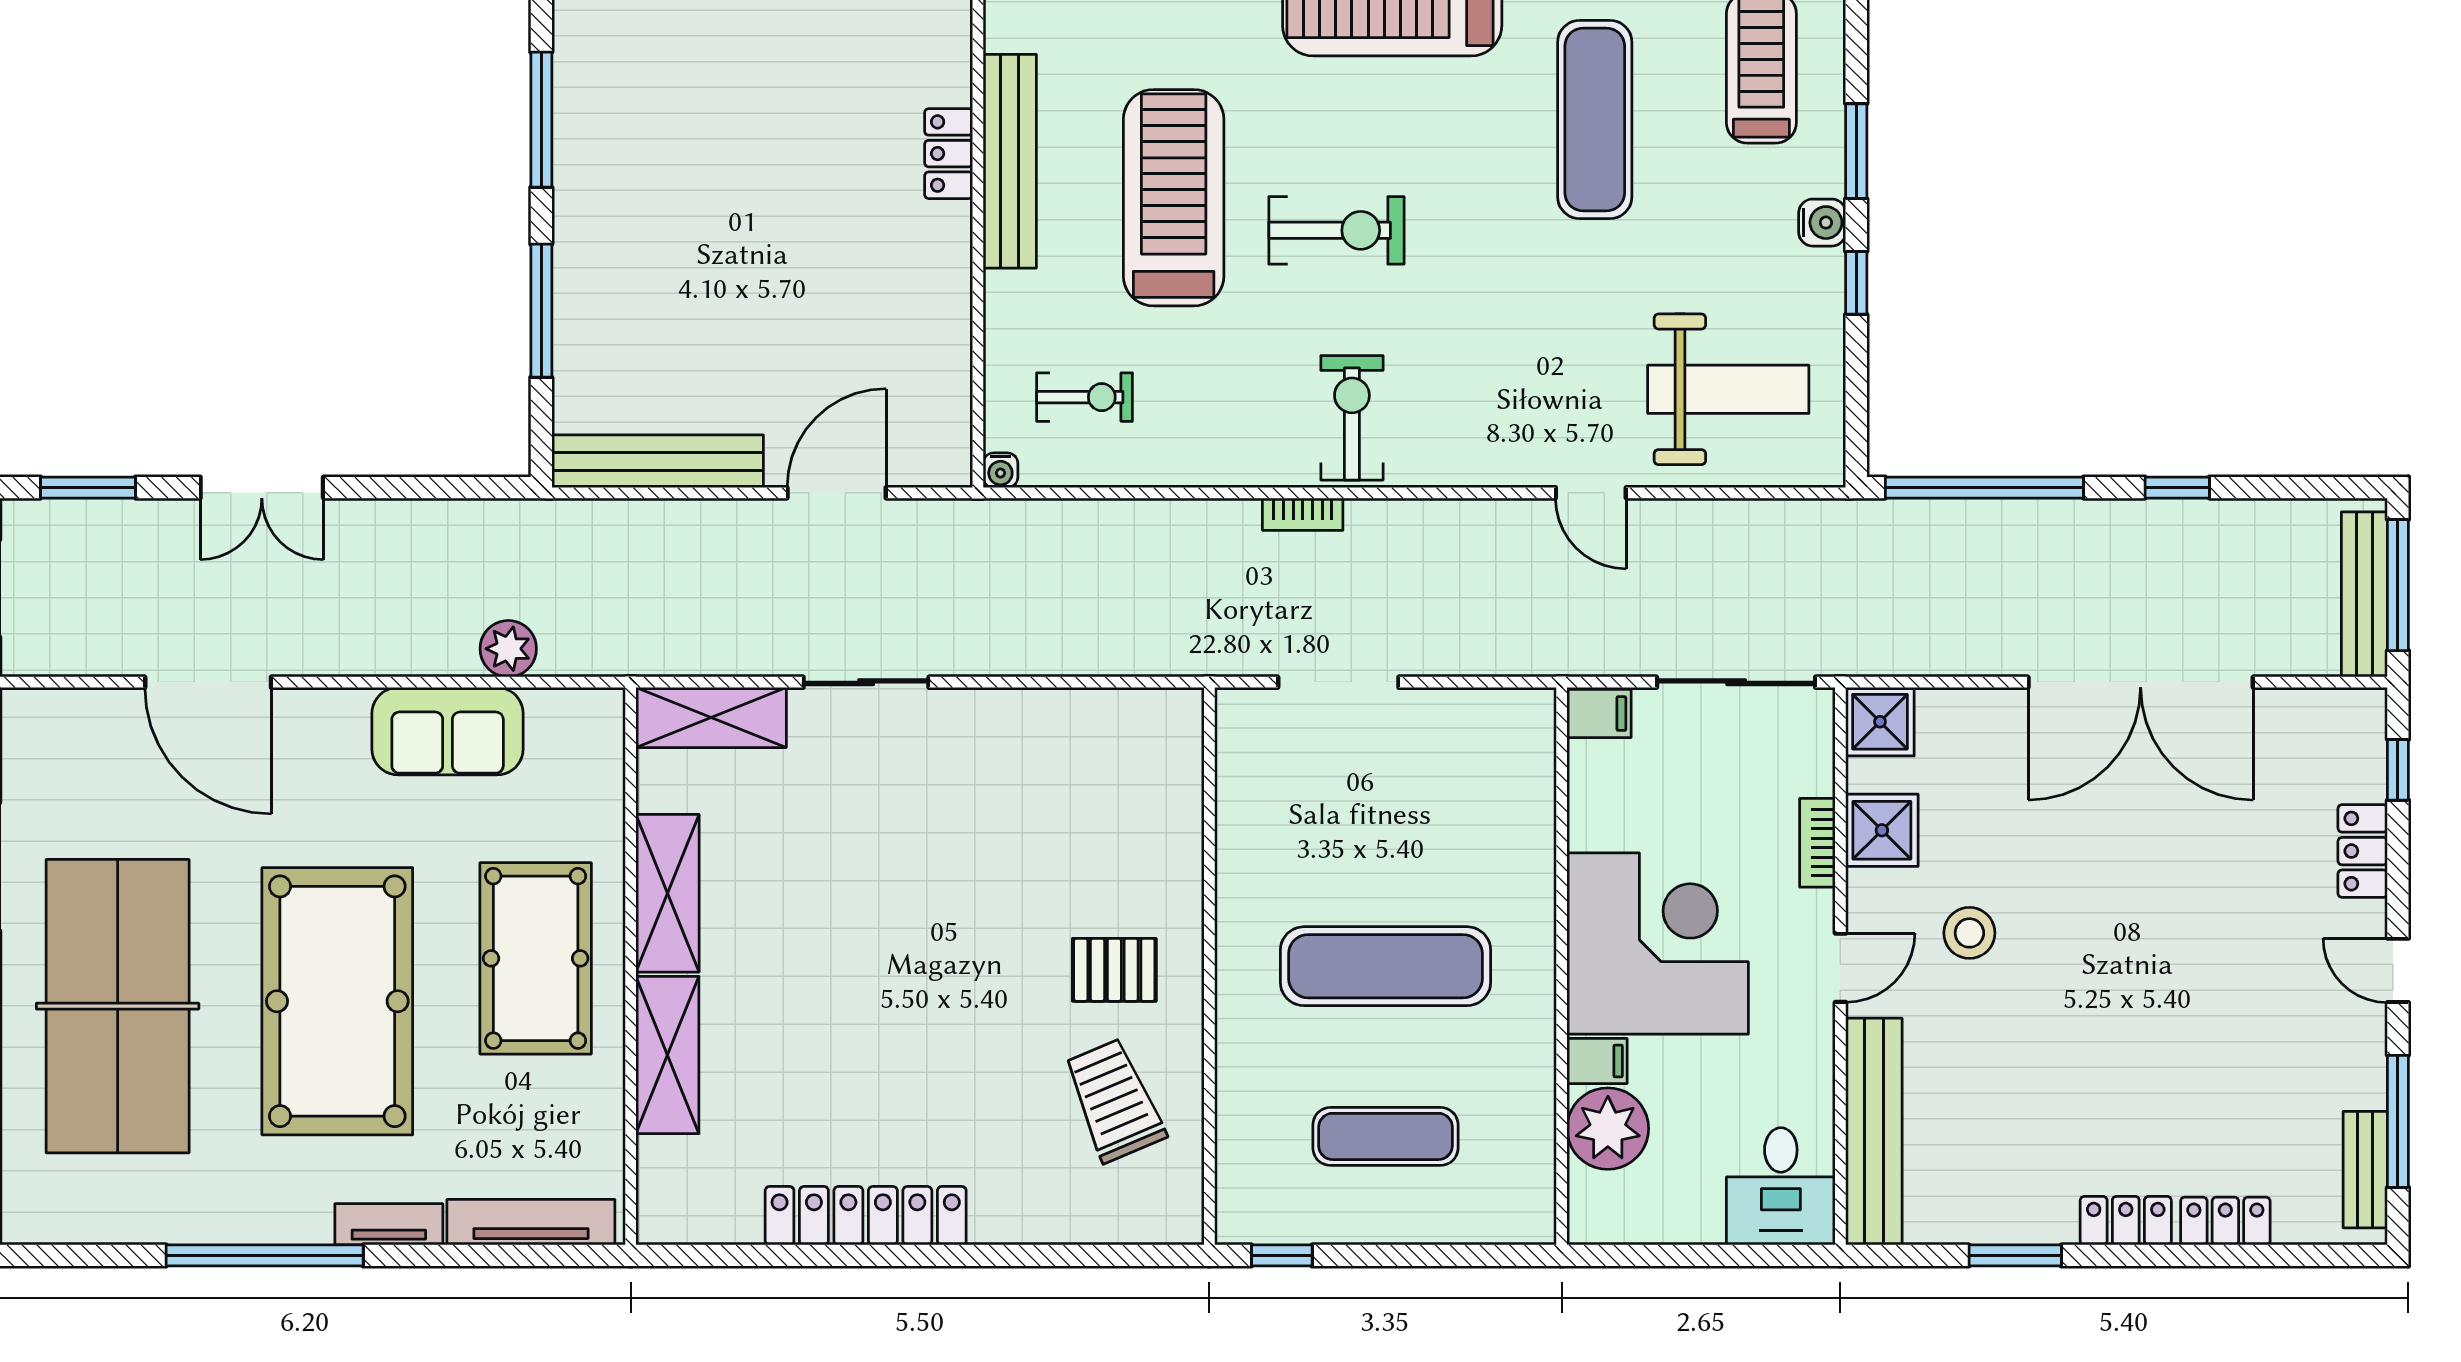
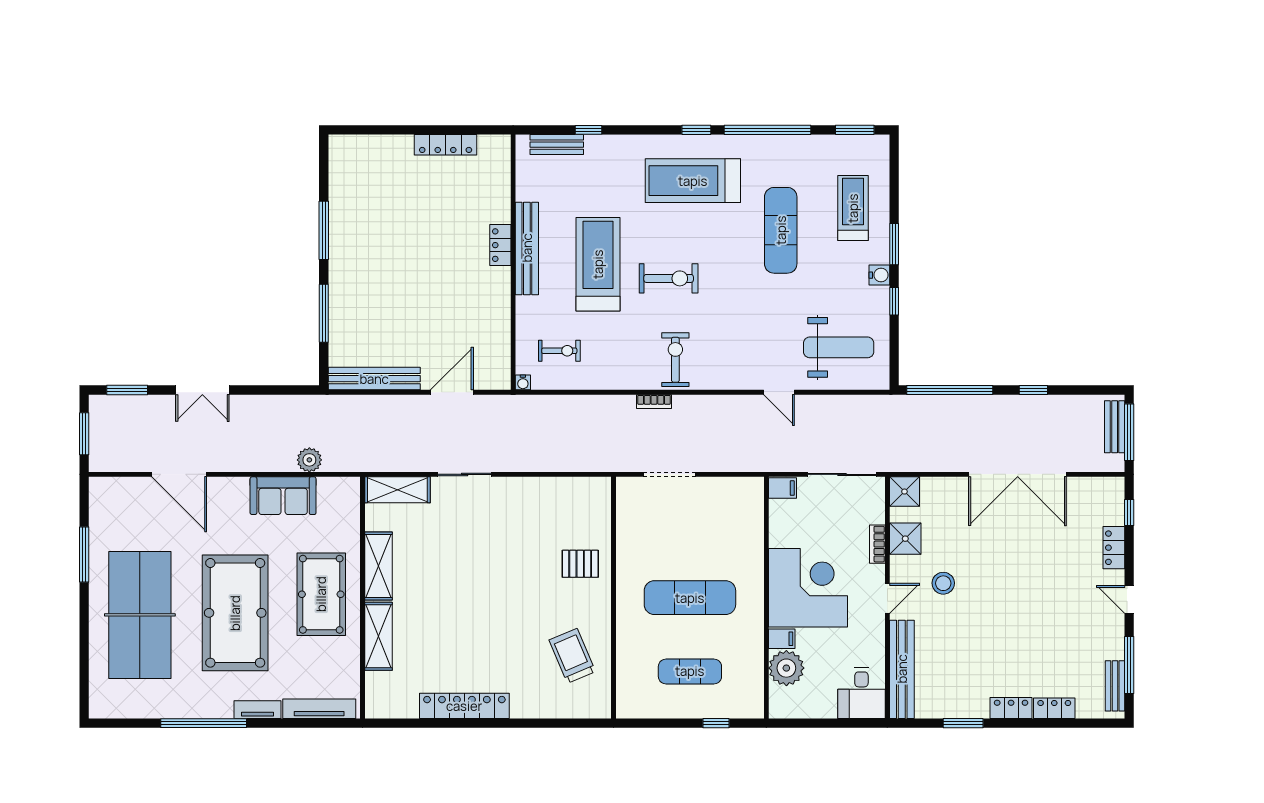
bench: (2364, 594) -> (1115, 427), width x0.73
pallet: (1114, 970) -> (580, 564), moved
window: (1282, 1255) -> (716, 723), moved

